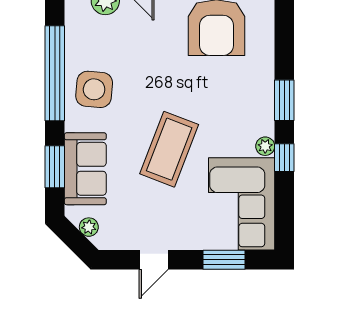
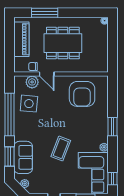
side table: (94, 89) -> (29, 104), moved
coffee table: (169, 149) -> (61, 149), width x0.73, depth x0.76
window: (284, 158) -> (112, 179), moved

